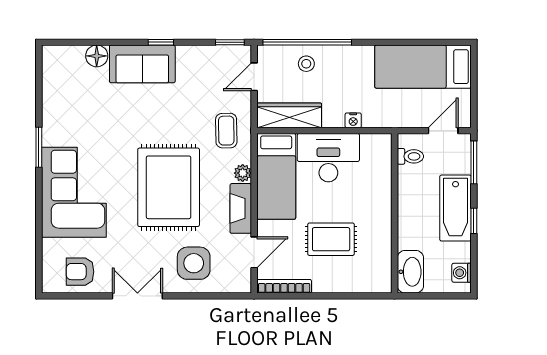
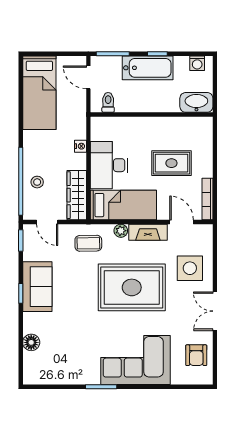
sofa: (142, 64) -> (37, 287), moved
rug: (331, 239) -> (171, 163), turned 90

